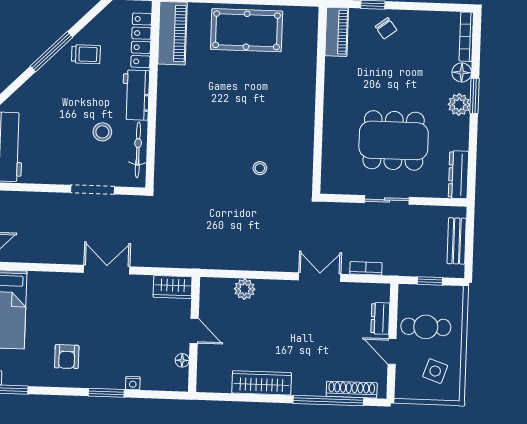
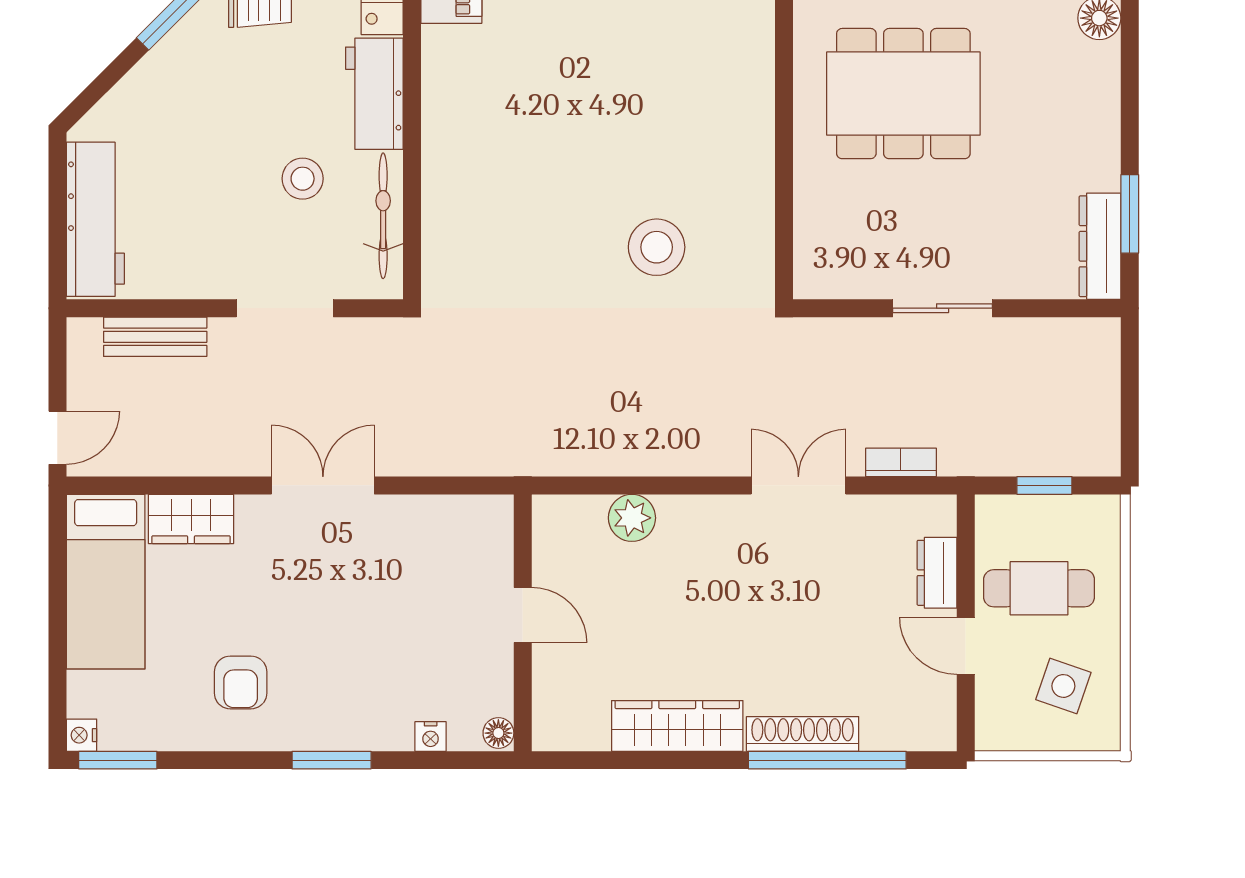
window: (475, 96) -> (1130, 214), moved
plant: (459, 105) -> (1096, 90), removed
dining table: (394, 140) -> (903, 94), moved
stool: (260, 168) -> (657, 247), width x1.89, depth x1.89
bench: (457, 241) -> (155, 337), moved, turned 90
wardrobe: (173, 287) -> (191, 519), moved
floor lamp: (182, 360) -> (498, 733), moved
nightstand: (133, 383) -> (431, 736), moved
shoe rack: (352, 390) -> (803, 734), moved

